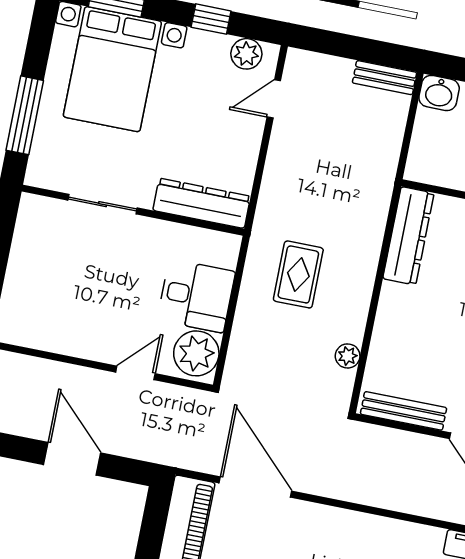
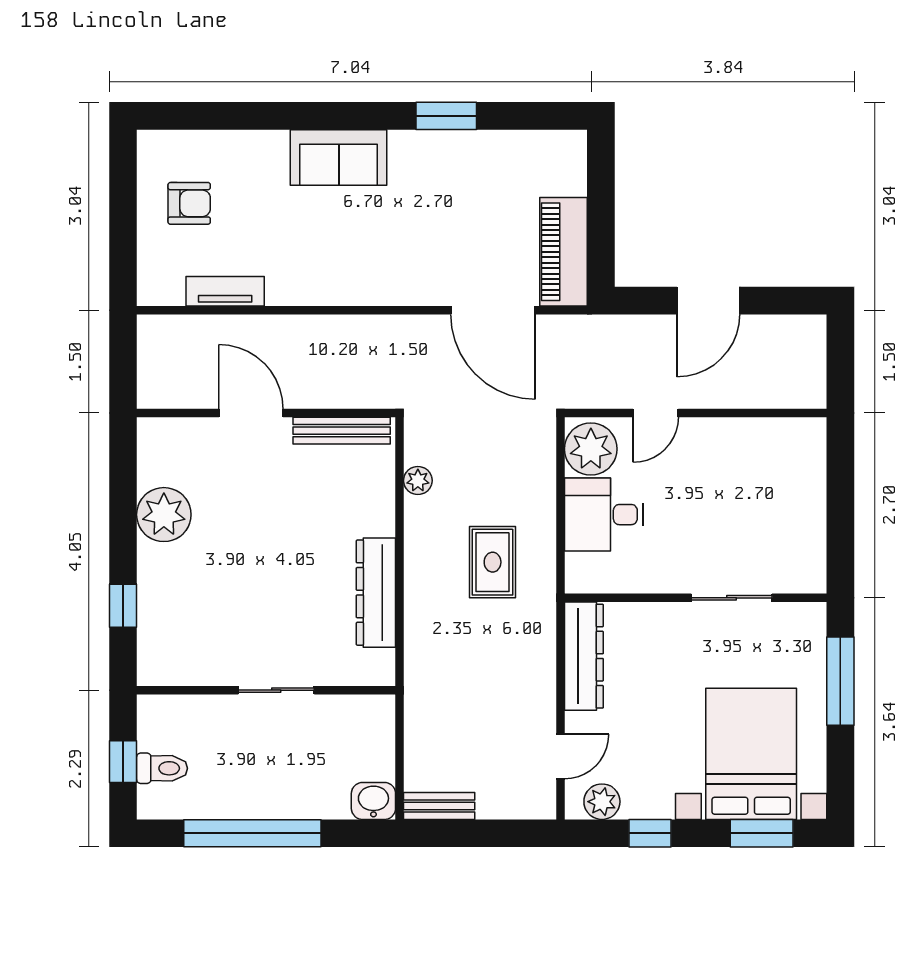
dresser: (202, 203) -> (584, 656), moved, turned -90
dresser: (408, 236) -> (376, 593), moved
door: (72, 459) -> (708, 301), hinge flipped

